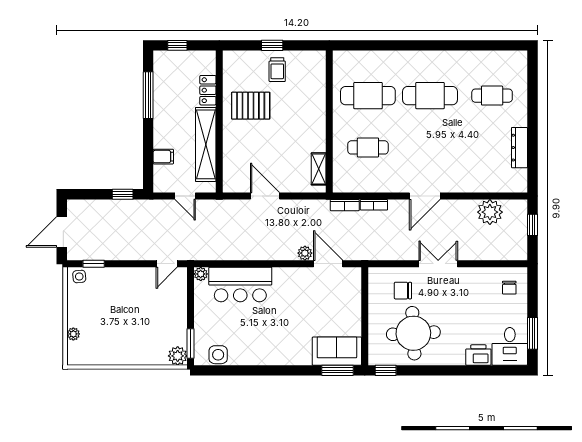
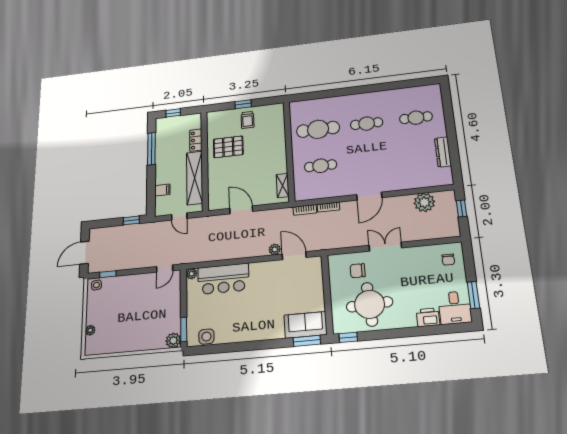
cafe table: (430, 96) -> (367, 124), width x0.73, depth x0.74

